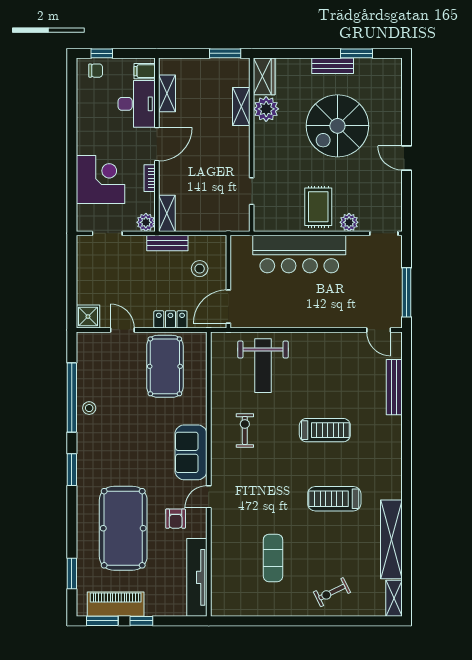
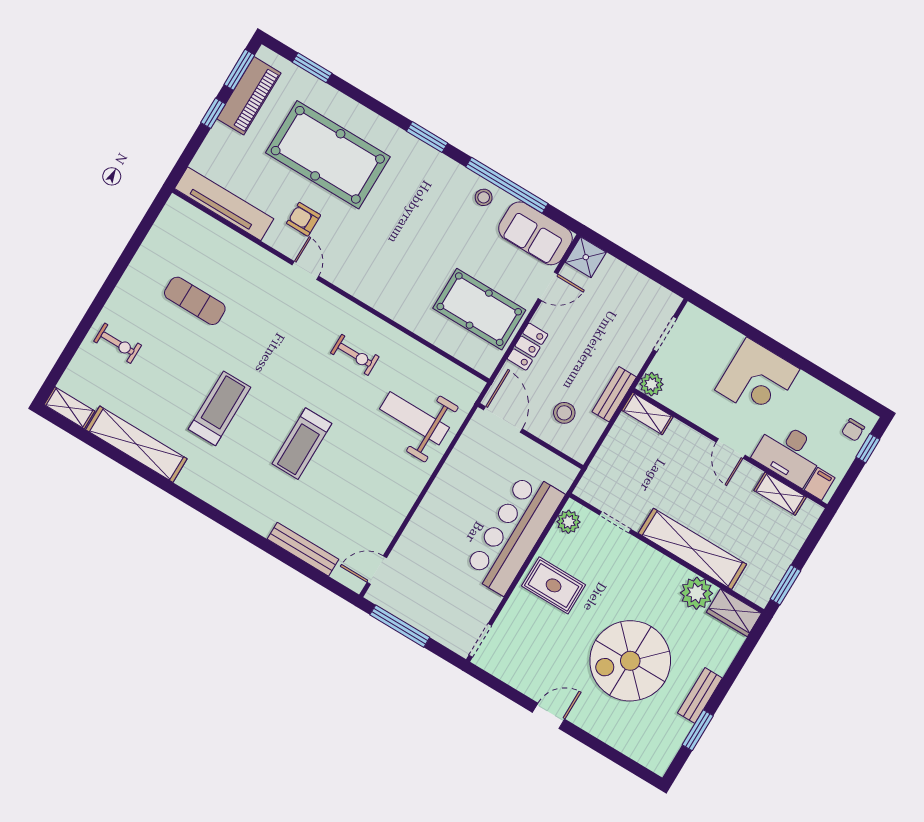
shelving: (241, 107) -> (692, 549), width x2.20, depth x1.33
spiral stairs: (337, 126) -> (630, 661), turned -90
door: (157, 144) -> (731, 449), width x0.73
bookcase: (150, 178) -> (698, 418), removed
corner desk: (100, 180) -> (757, 380), moved
plant: (349, 222) -> (568, 522), moved
sofa: (191, 452) -> (535, 233), moved, turned 180
exercise bike: (332, 592) -> (118, 343), turned 116

